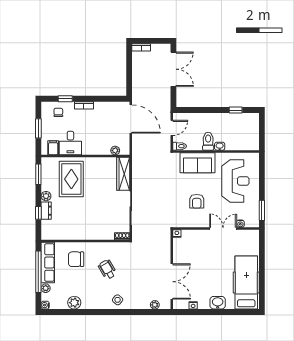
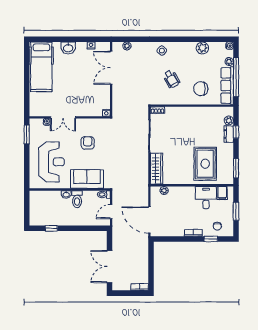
reception desk: (235, 181) -> (51, 162), turned 180
plant: (46, 196) -> (229, 120), moved
chair: (76, 259) -> (201, 89), turned 180

